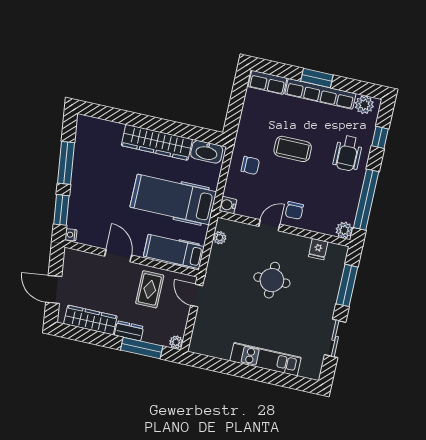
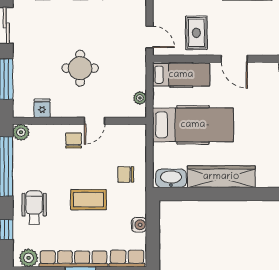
water cooler: (228, 205) -> (139, 225), moved

